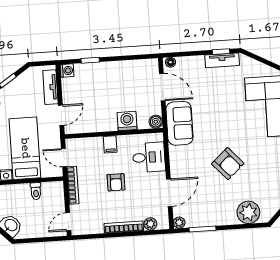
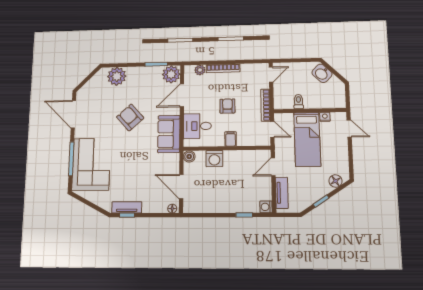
sofa: (179, 123) -> (169, 134), moved
plant: (179, 223) -> (171, 74), width x1.88, depth x1.88

